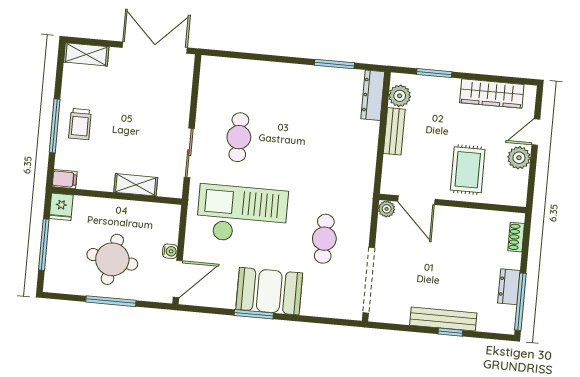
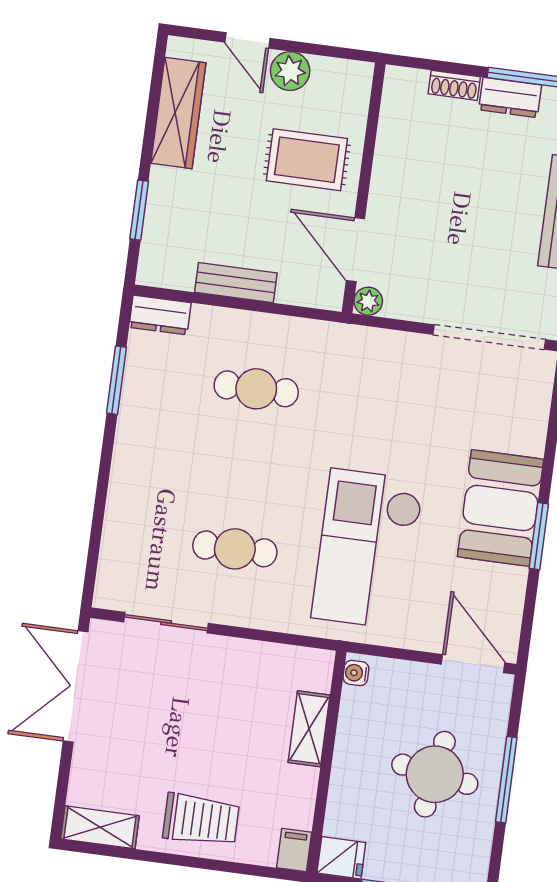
shelving: (86, 54) -> (100, 827), moved, turned 90
dresser: (373, 95) -> (160, 315), width x0.70
plant: (400, 96) -> (176, 271), removed
trolley: (80, 124) -> (201, 820), width x1.36, depth x1.39
window: (55, 126) -> (202, 863), removed
sliding door: (189, 153) -> (166, 623), moved
door: (416, 200) -> (355, 250), swing flipped
shoe rack: (516, 237) -> (454, 85), moved
cafe table: (324, 239) -> (256, 389), moved
water cooler: (170, 251) -> (356, 673), moved, turned -90

